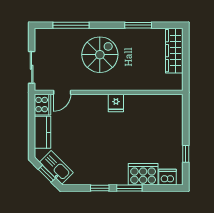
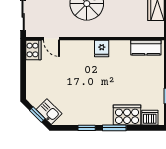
door: (62, 92) -> (52, 39), hinge flipped
kitchen counter: (43, 132) -> (146, 48), moved, turned 90
kitchen sink: (56, 167) -> (49, 112), width x0.73

